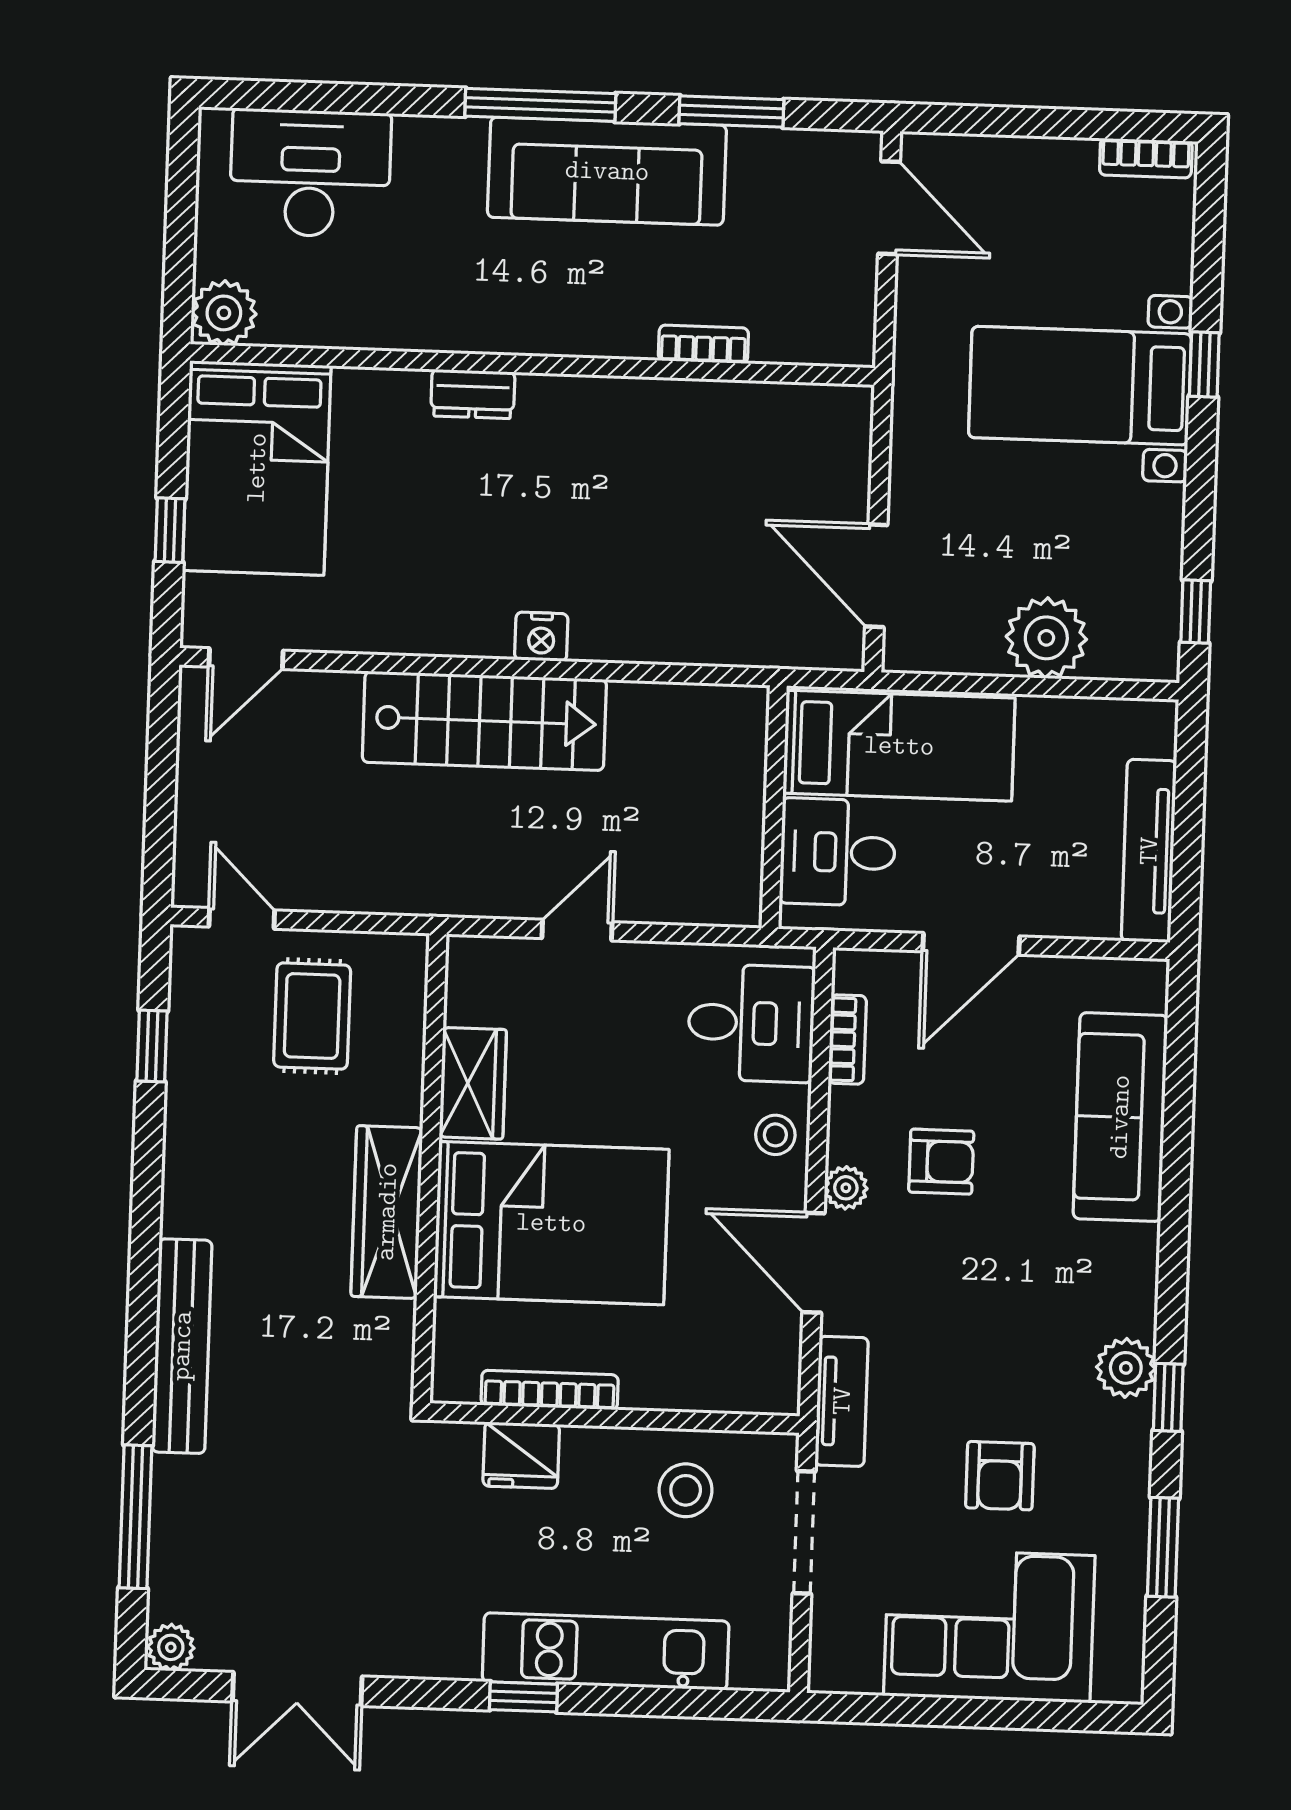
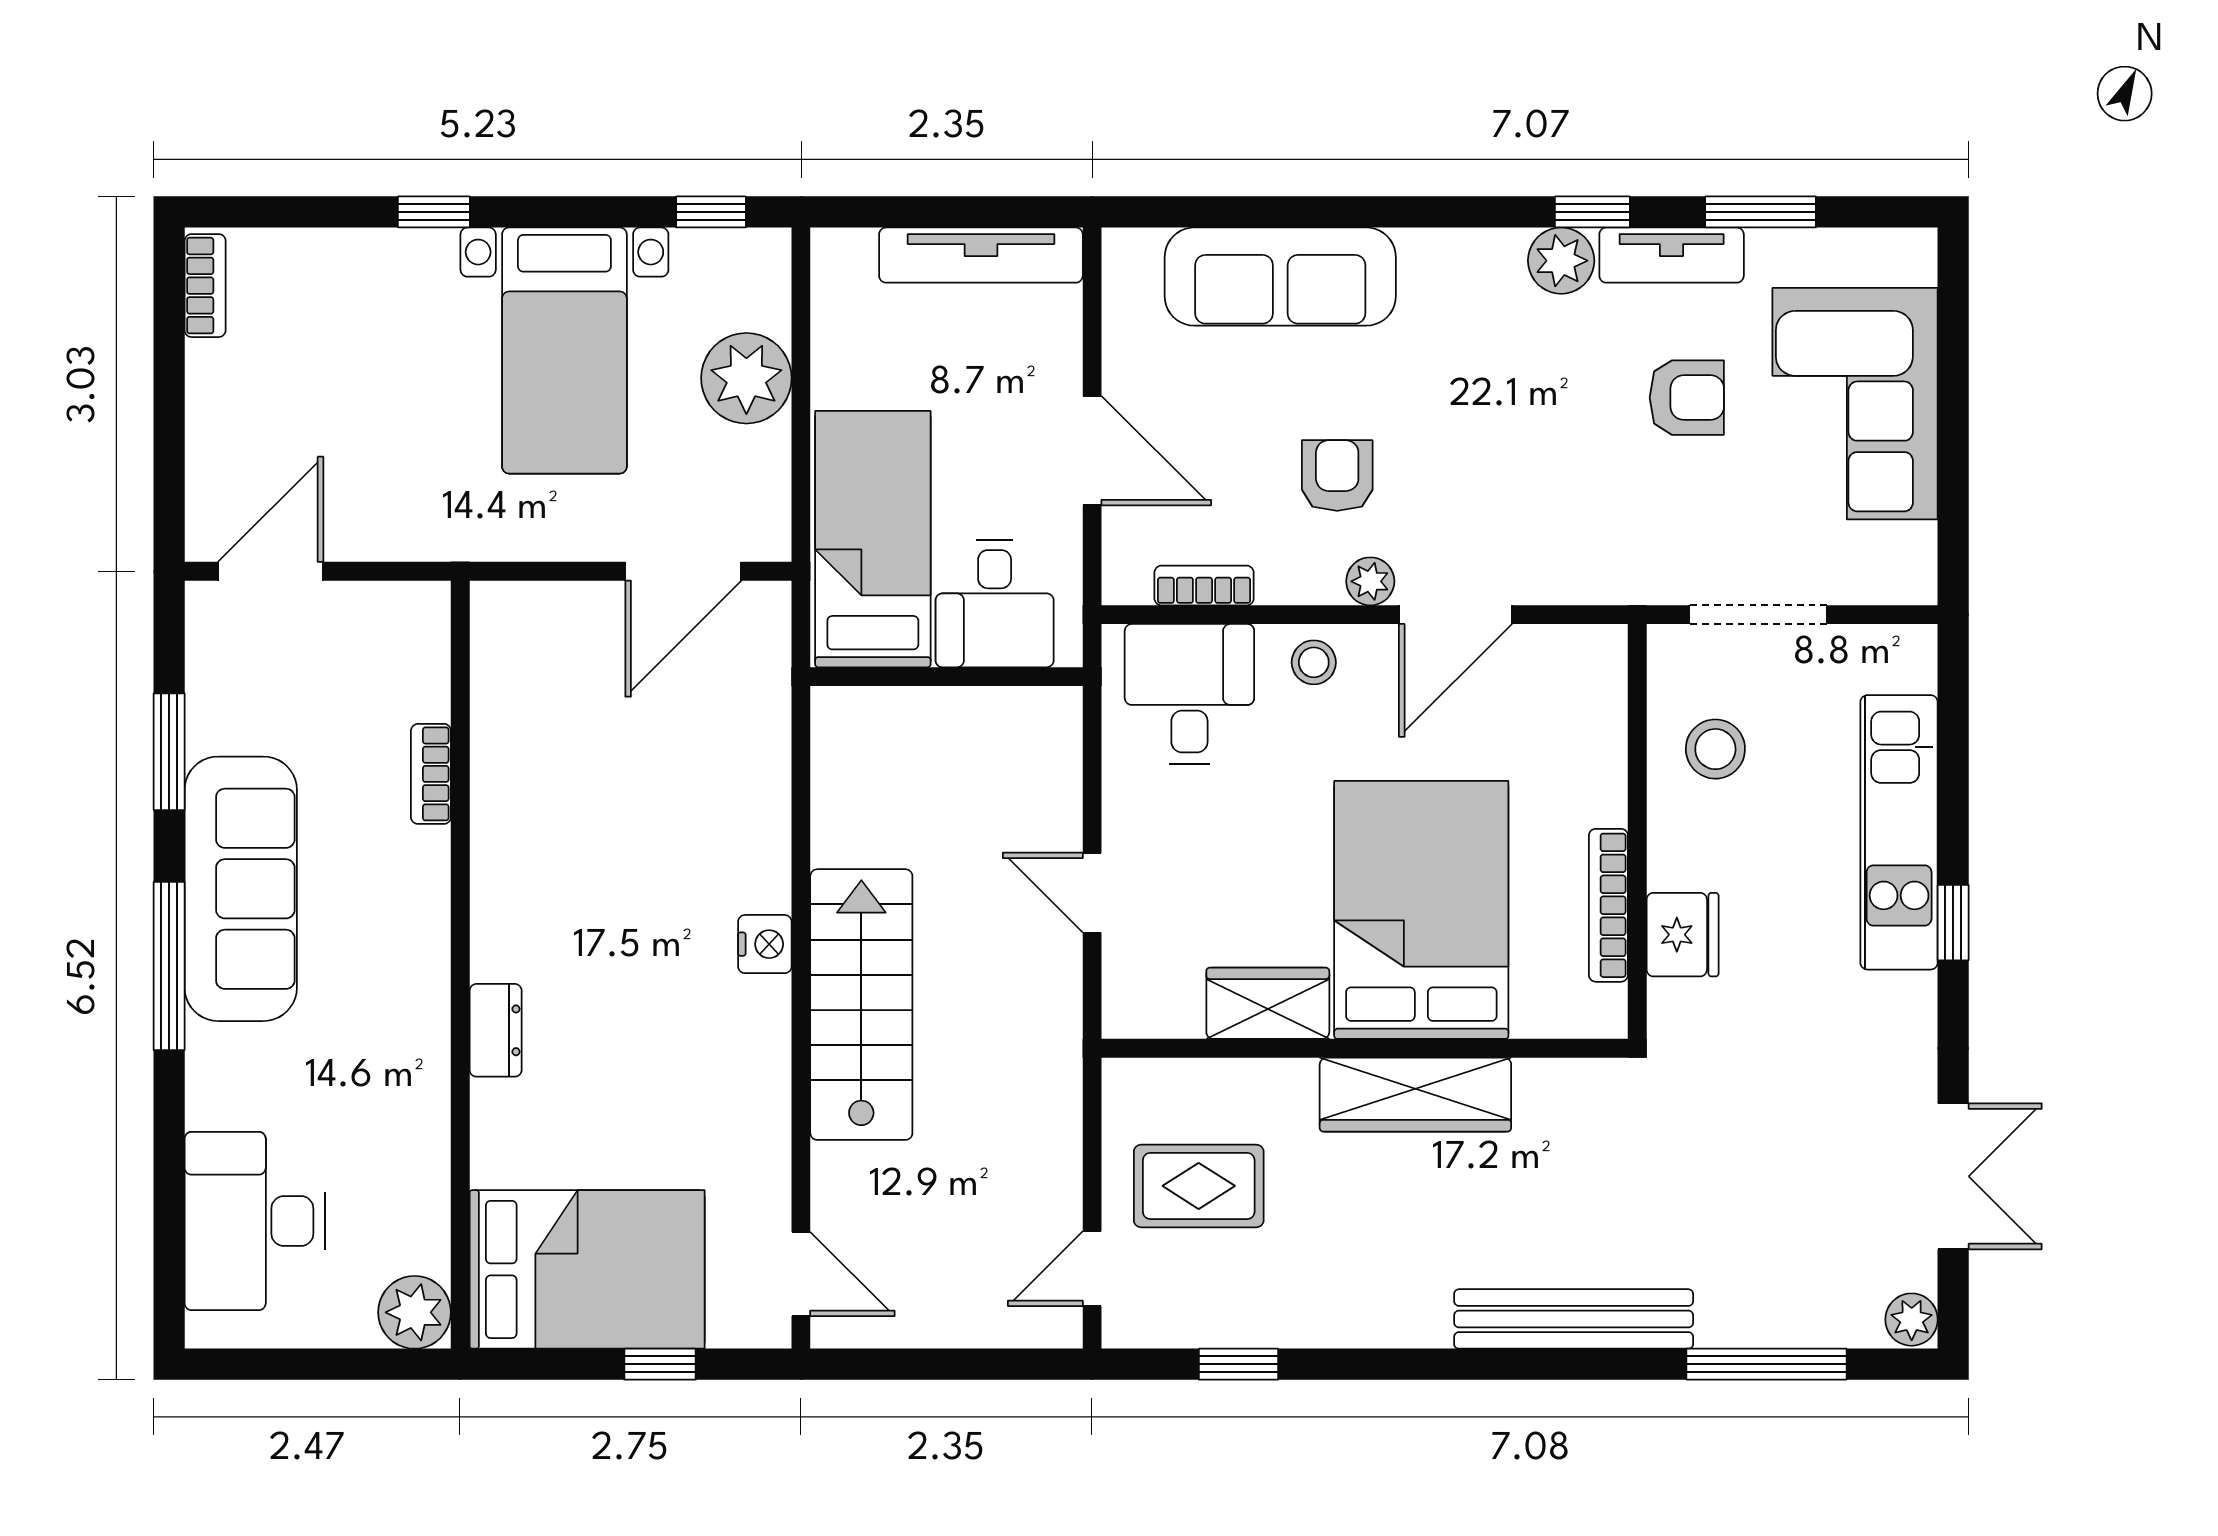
bed with nightstands: (1080, 386) -> (564, 350), moved
tv unit: (842, 1401) -> (1672, 255), moved, turned 180

